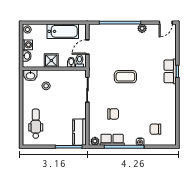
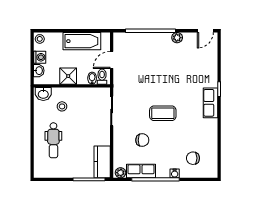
row of seats: (170, 71) -> (210, 103), moved
coffee table: (125, 77) -> (163, 113), moved
dental chair: (36, 124) -> (53, 140), moved, turned 180

